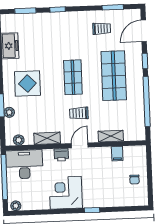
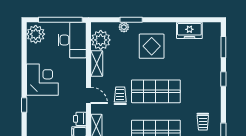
shop shelf: (73, 77) -> (156, 91), width x1.43, depth x1.36
plant: (19, 140) -> (101, 40), width x1.87, depth x1.87
printer: (61, 155) -> (80, 119), moved
plant: (16, 206) -> (36, 34), width x1.87, depth x1.87

